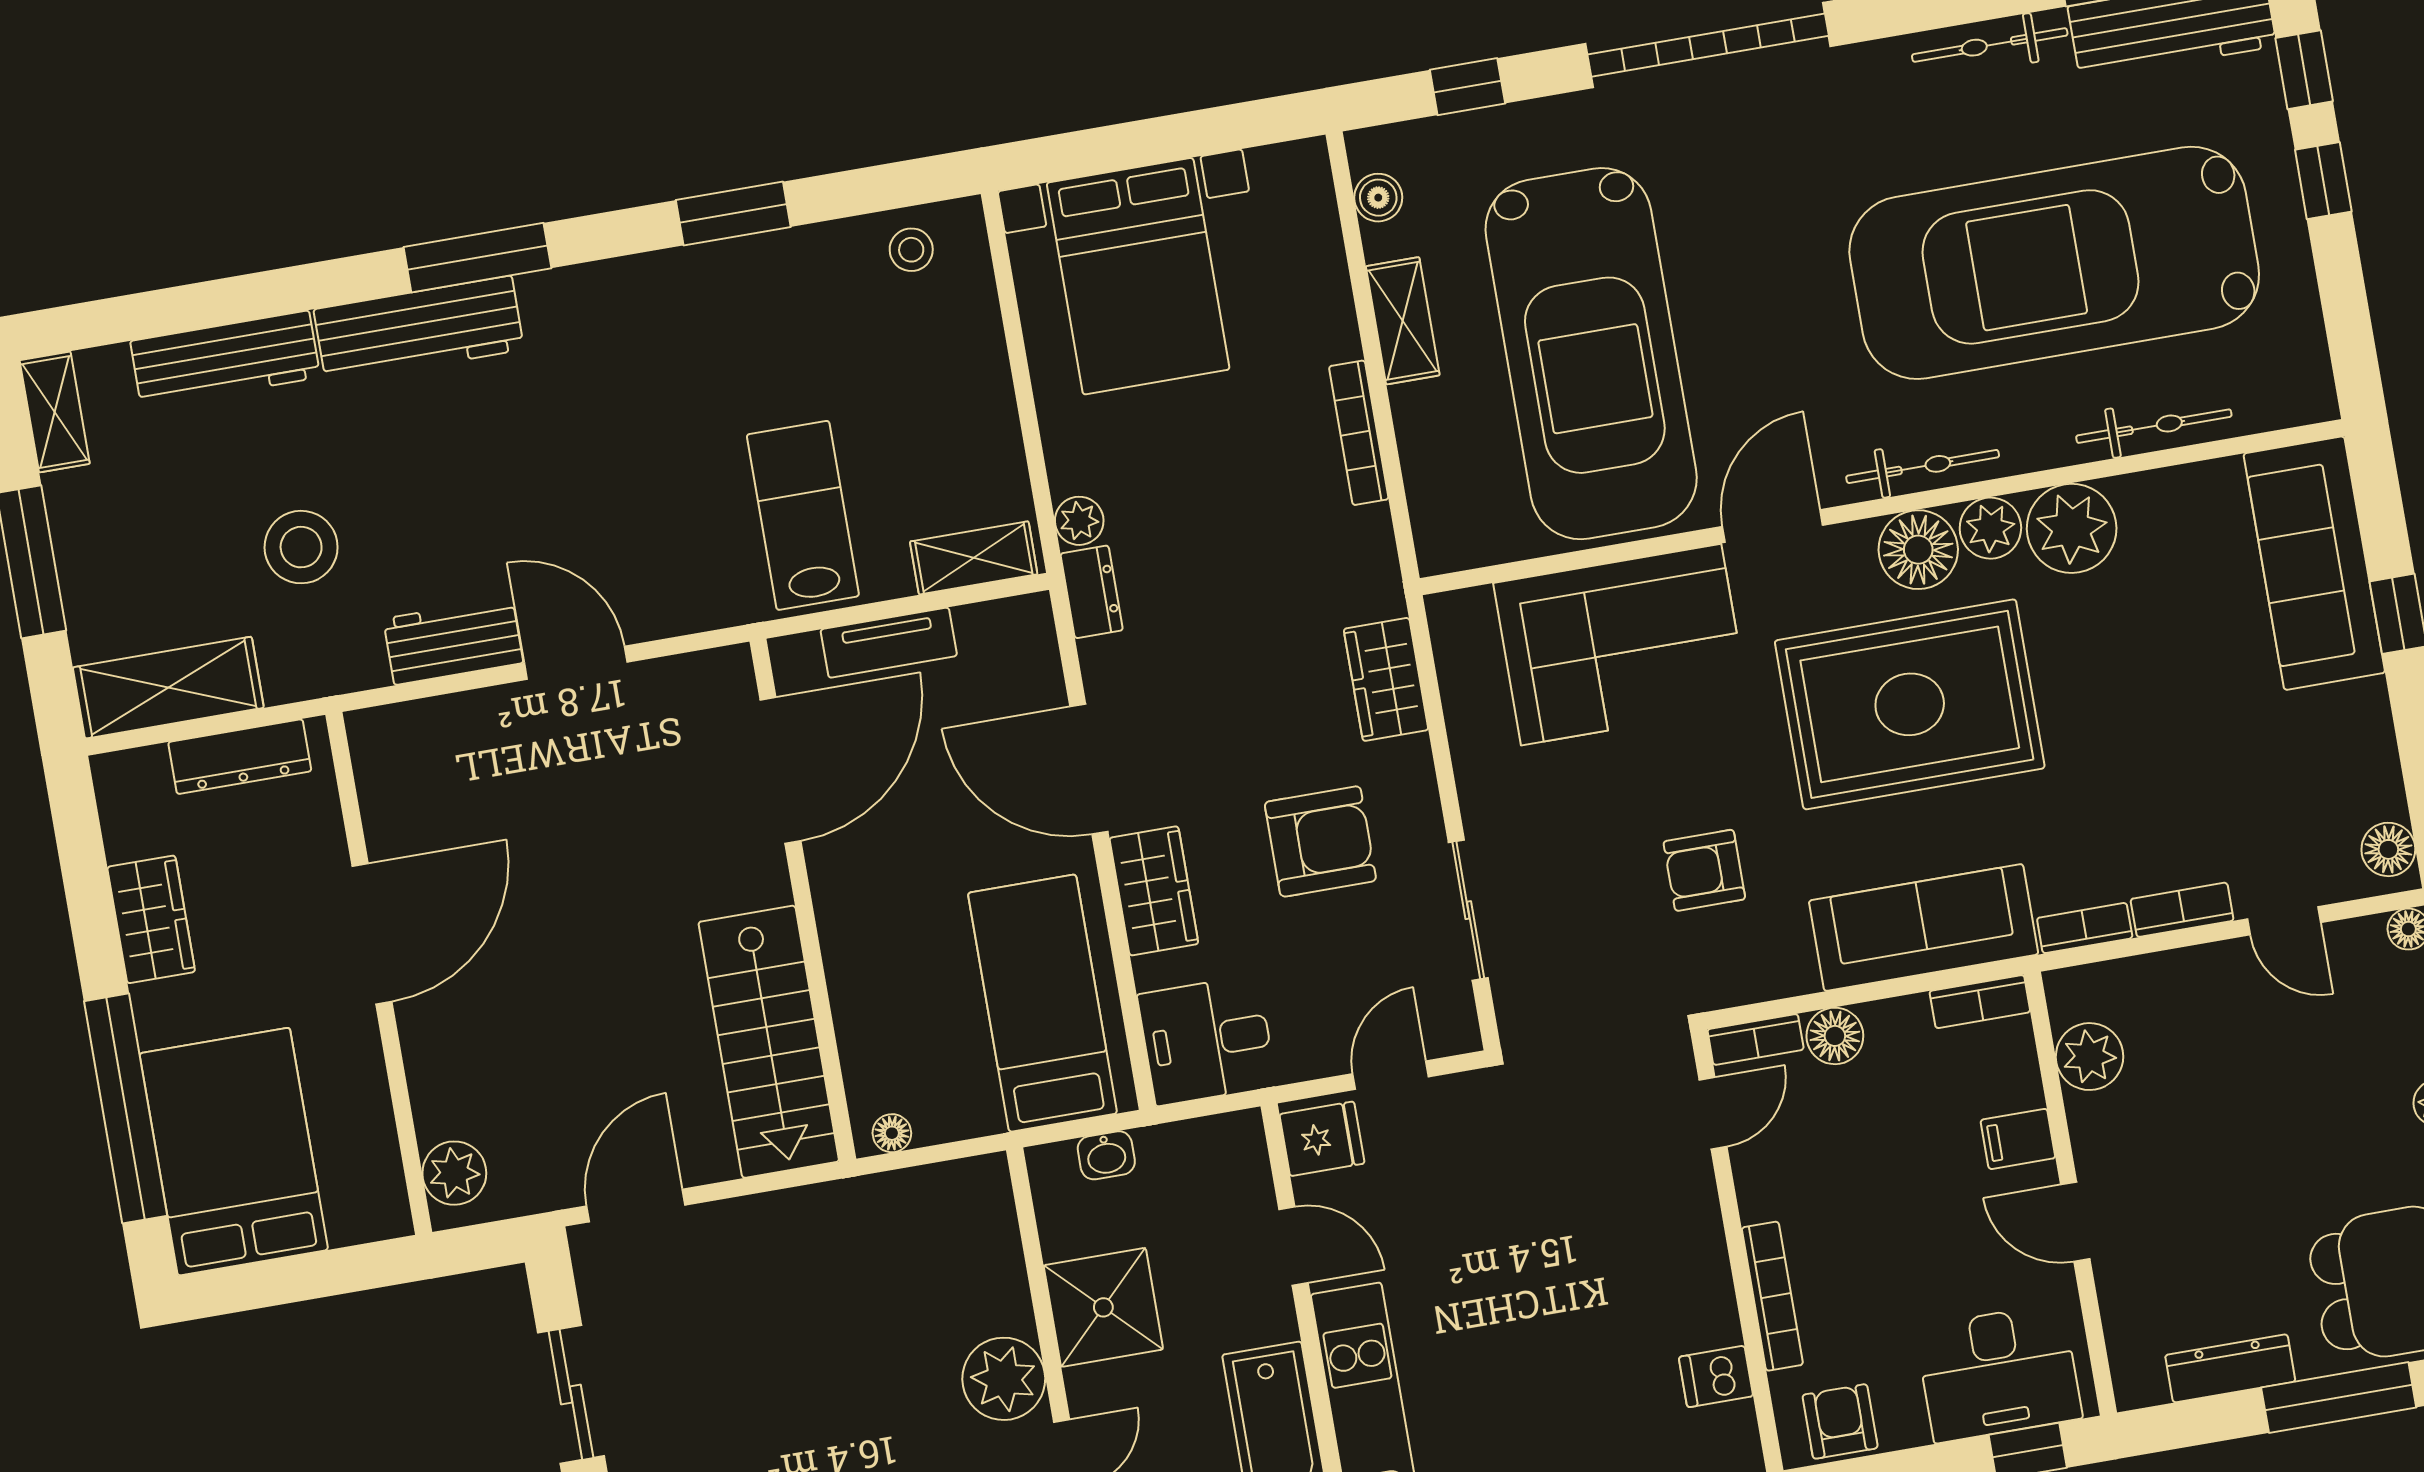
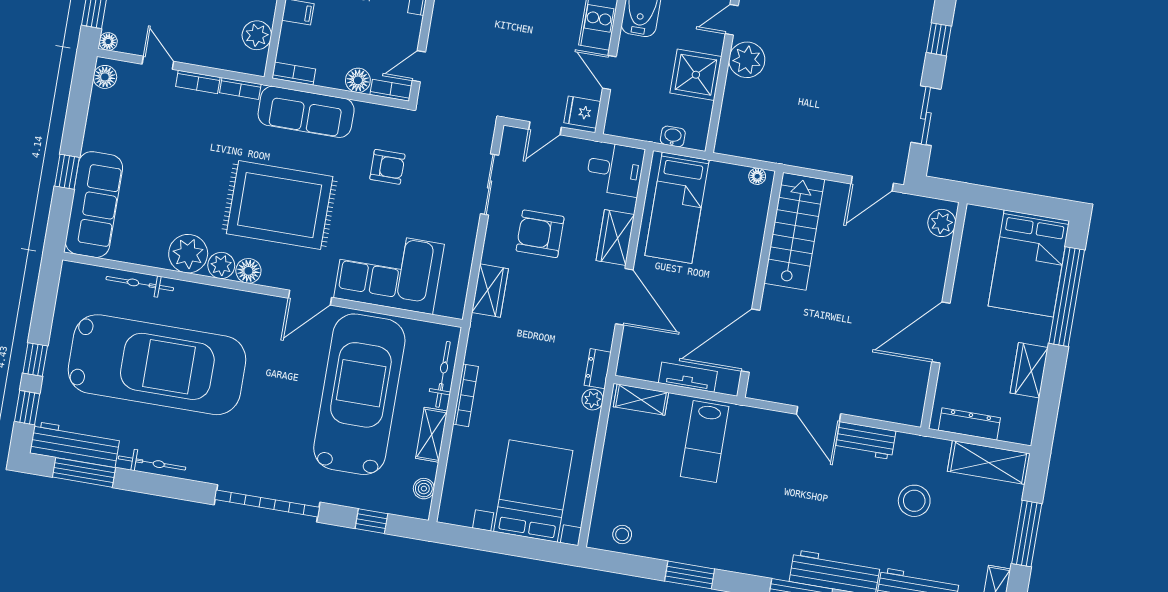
bicycle: (1923, 466) -> (443, 374), moved, turned 90
floor lamp: (1918, 550) -> (248, 271), width x0.73, depth x0.73

